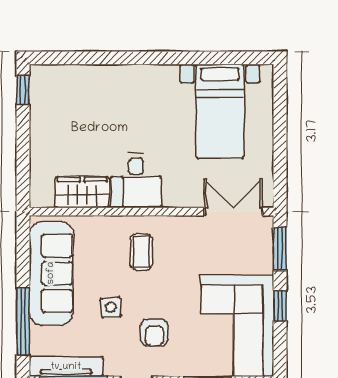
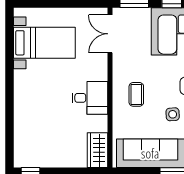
wardrobe: (82, 192) -> (97, 150), moved
coffee table: (141, 252) -> (136, 94), turned 90

